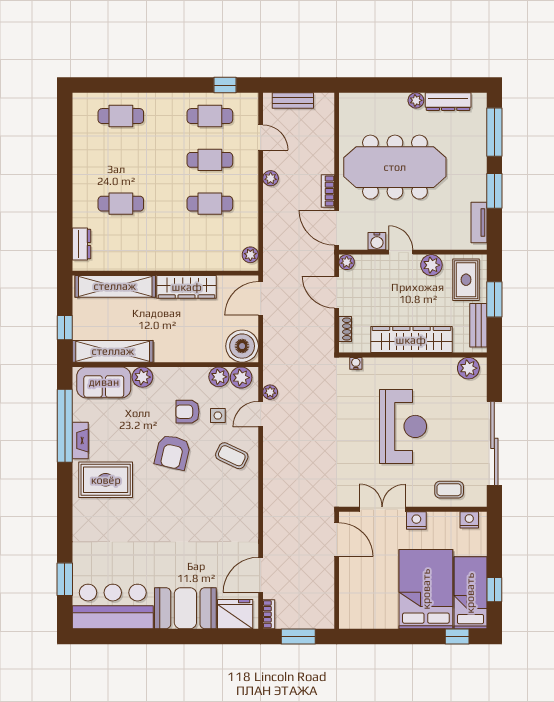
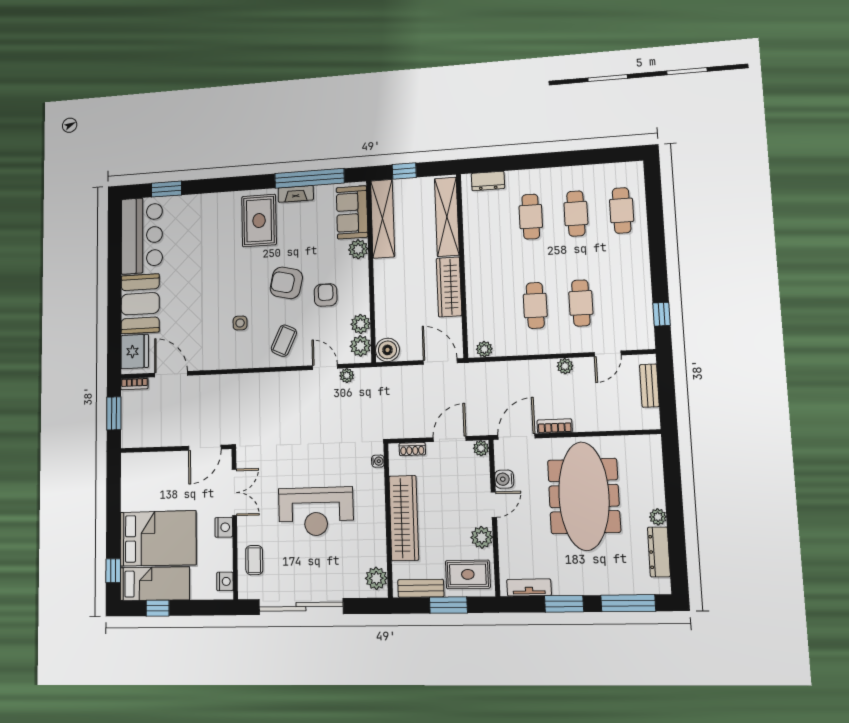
cafe table: (210, 116) -> (576, 214), moved
boiler: (242, 346) -> (387, 350), width x0.73, depth x0.73
side table: (218, 416) -> (240, 323), moved

